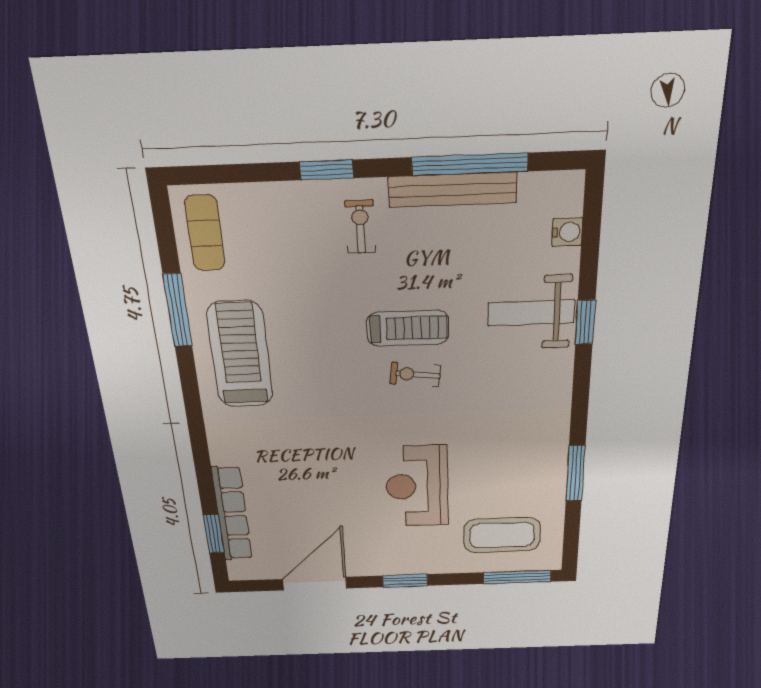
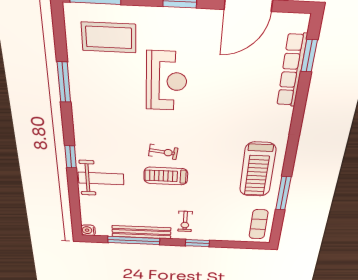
water cooler: (567, 232) -> (88, 230), moved
window: (585, 322) -> (71, 157), moved

